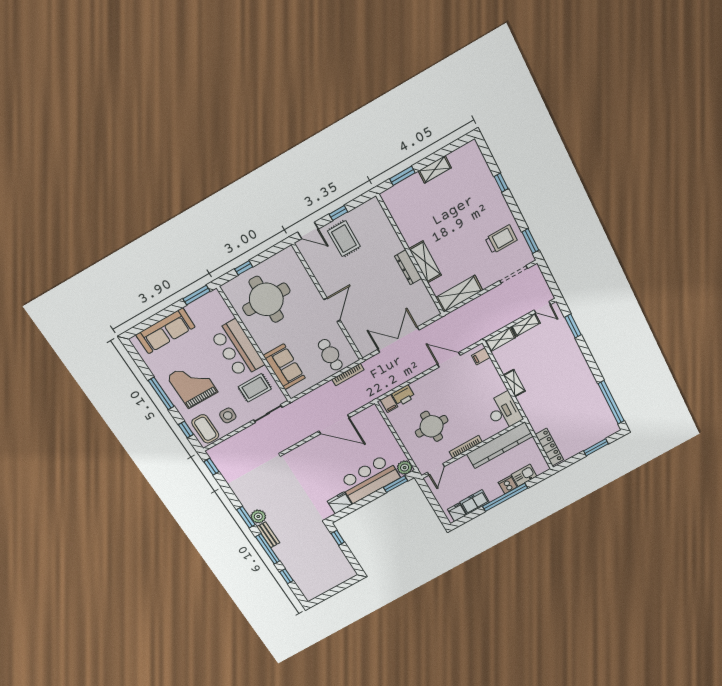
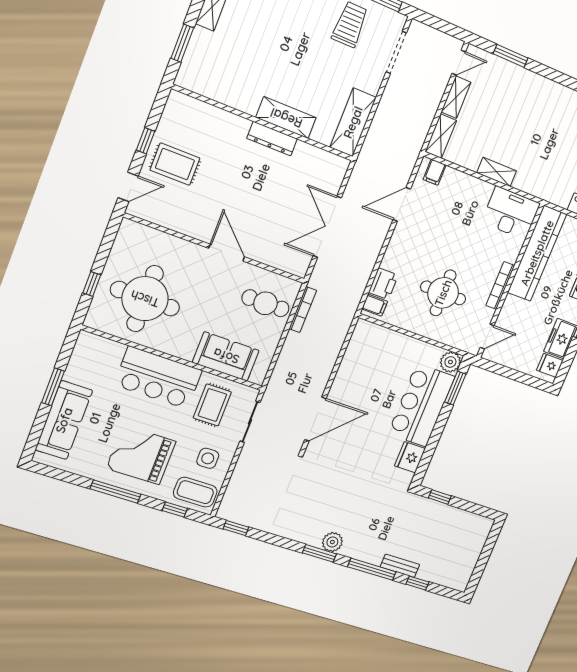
window: (197, 295) -> (53, 387), moved
door: (334, 424) -> (315, 419), moved
door: (436, 469) -> (487, 337), hinge flipped
bench: (268, 535) -> (400, 566), moved

